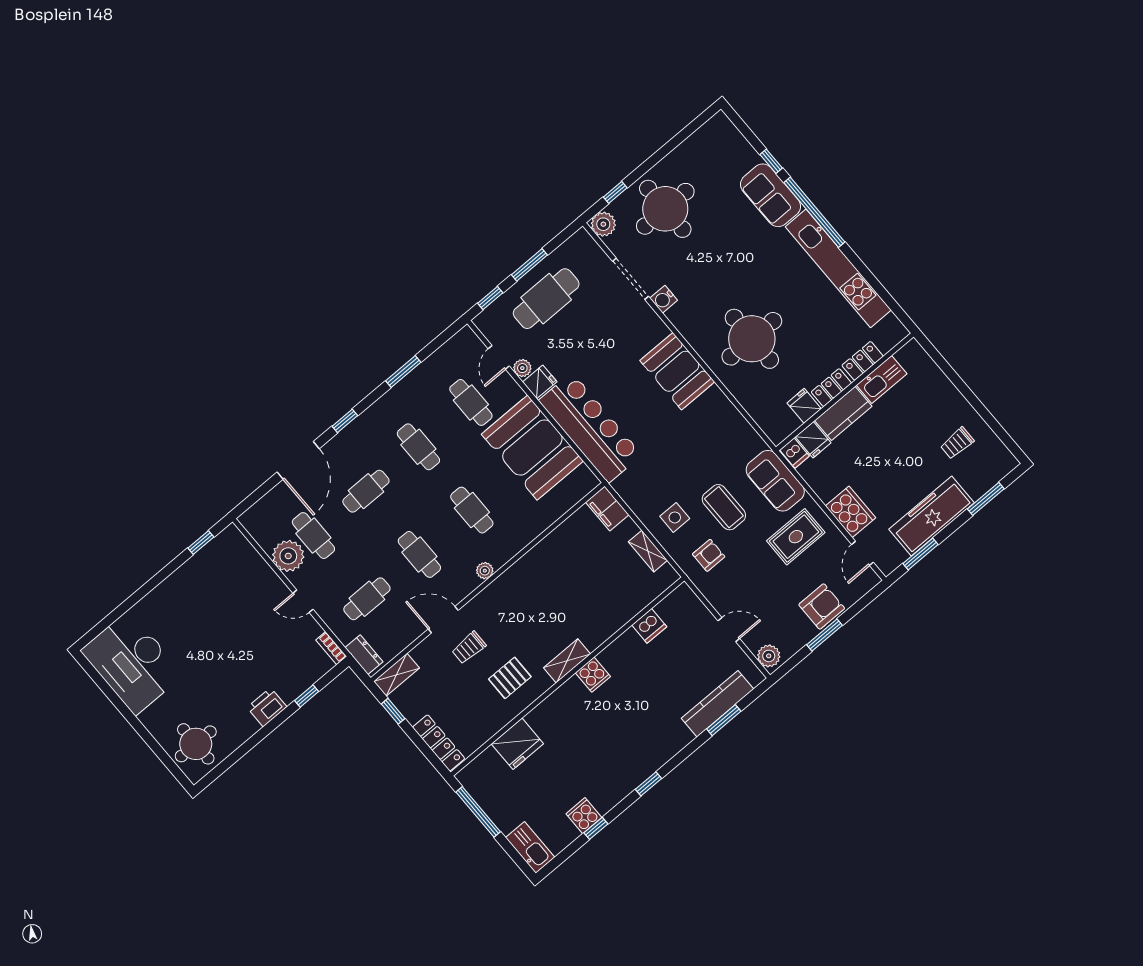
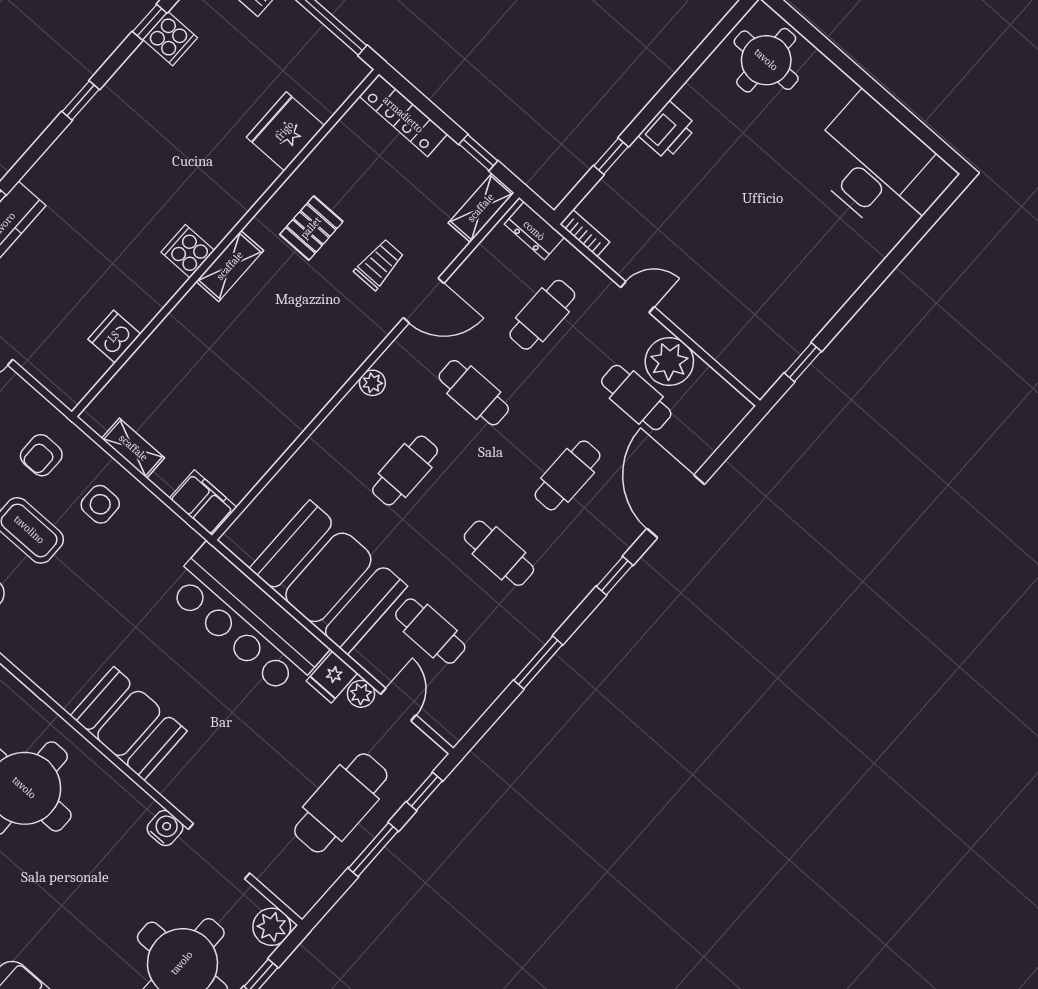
cafe table: (472, 510) -> (405, 471), turned 90

